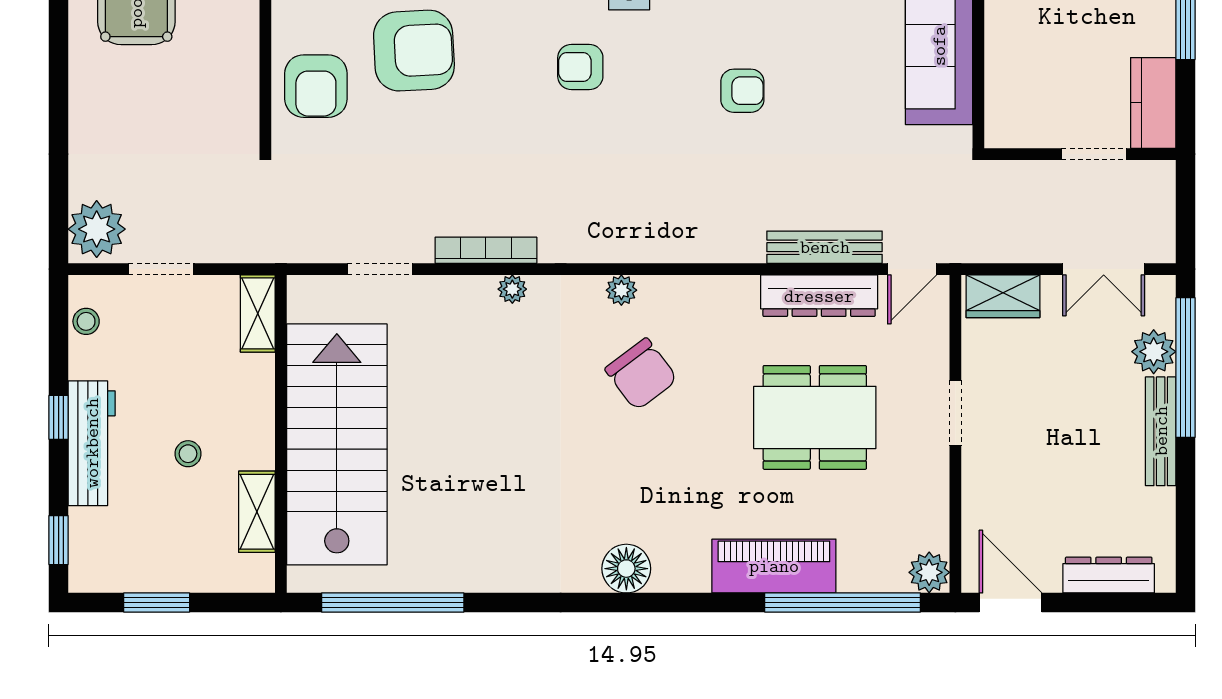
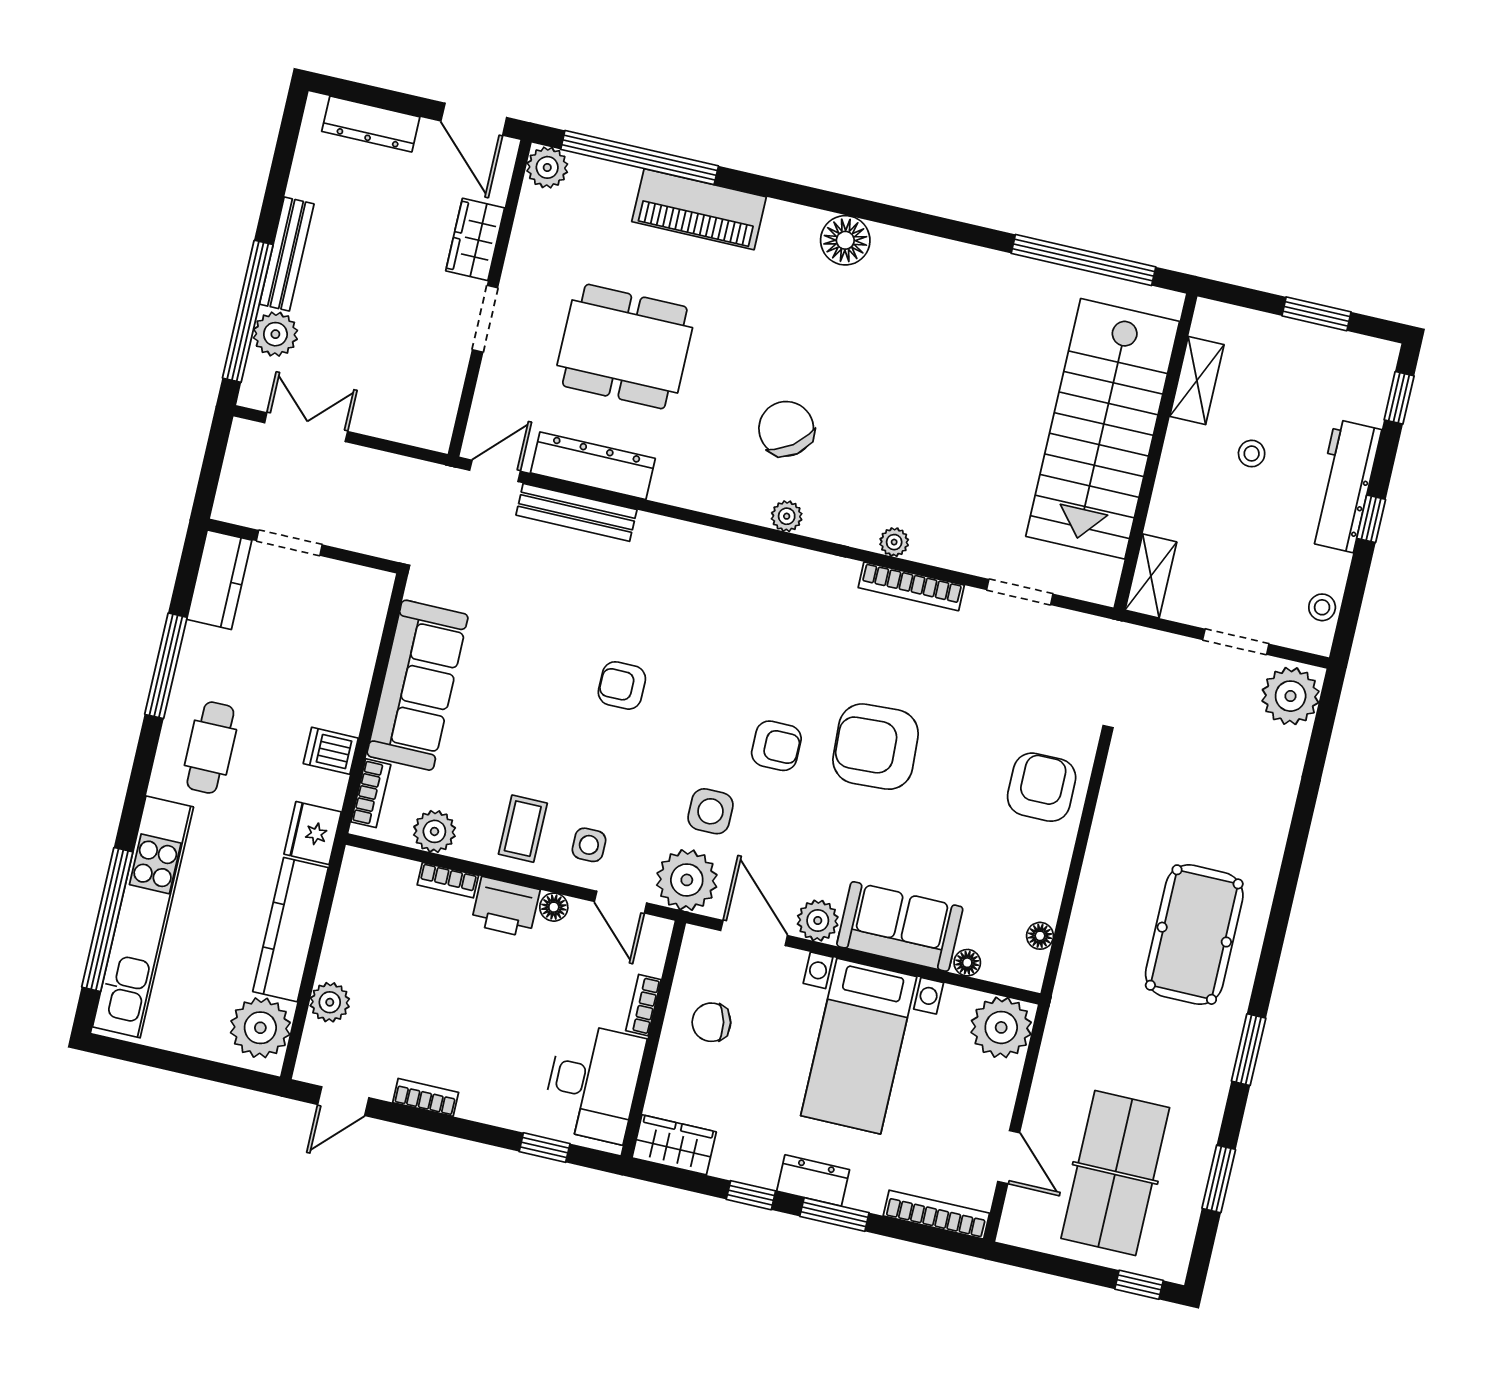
armchair: (414, 51) -> (876, 747), moved
wardrobe: (1003, 296) -> (475, 239), moved, turned -90

